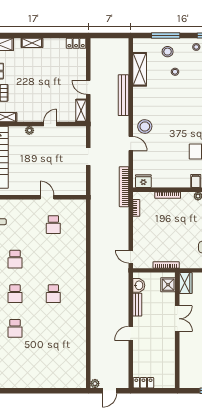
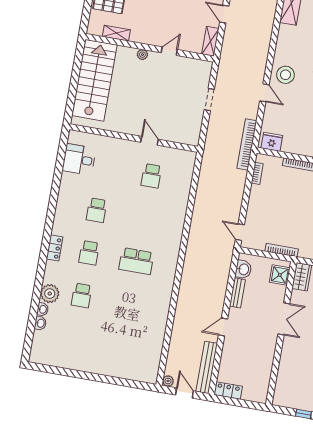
bench: (123, 95) -> (207, 367), moved
school desk: (53, 294) -> (136, 261), width x1.85
door: (109, 391) -> (184, 393), swing flipped

